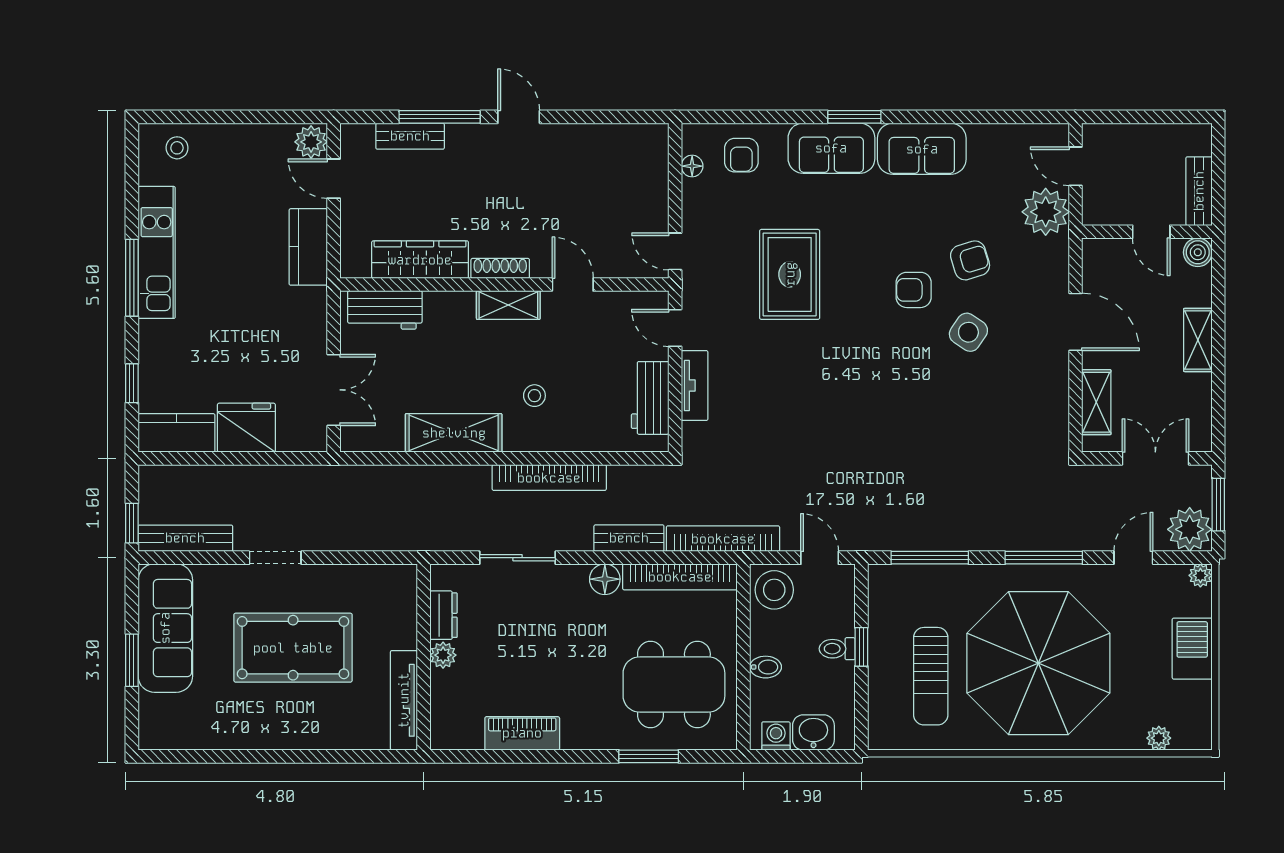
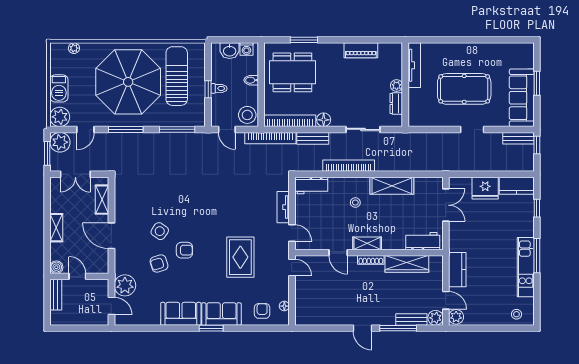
plant: (357, 140) -> (436, 318), added
double door: (334, 390) -> (446, 205), swing flipped
workbench: (650, 398) -> (311, 186), moved, turned 90
bench: (185, 538) -> (518, 138), width x0.73
plant: (1200, 575) -> (60, 117), width x1.87, depth x1.87
sun lounger: (931, 676) -> (177, 76), width x1.36, depth x1.34

